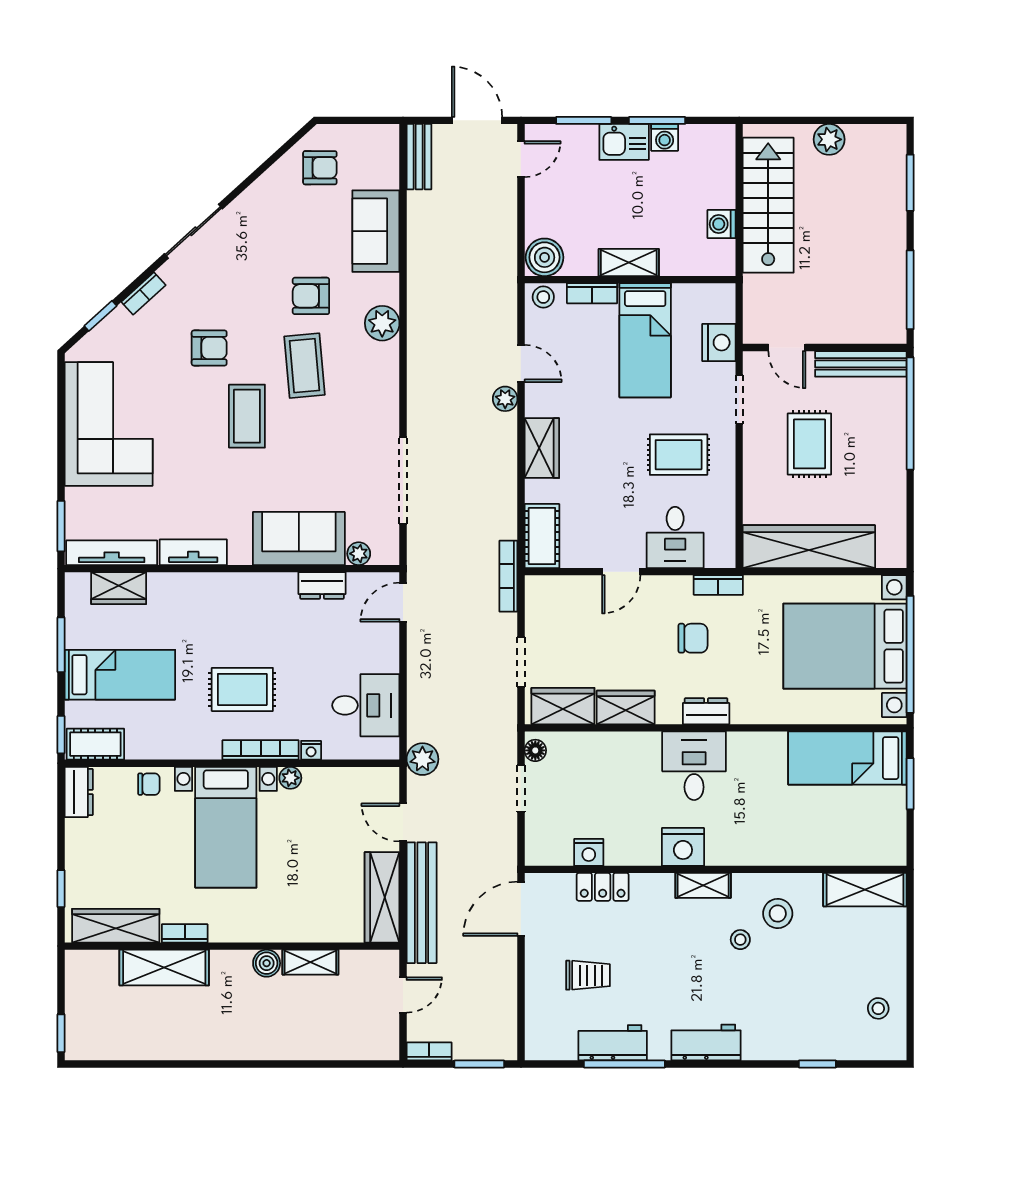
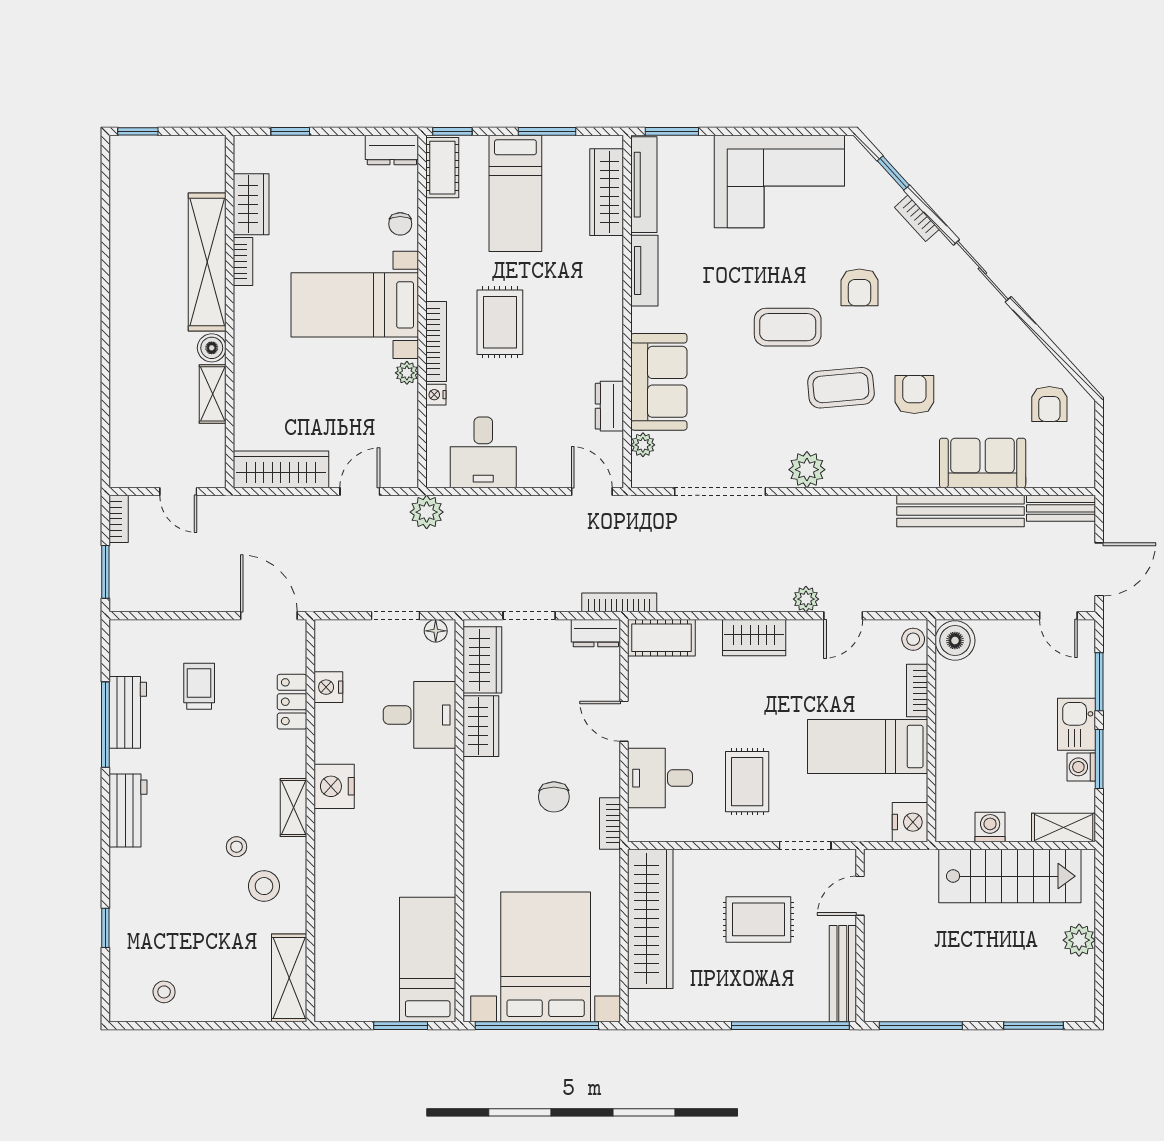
shelving: (629, 263) -> (1064, 827), moved, turned 90
plant: (382, 323) -> (807, 470), moved
nightstand: (719, 343) -> (910, 822), moved, turned -90
wardrobe: (119, 588) -> (607, 192), width x1.50
dresser: (706, 711) -> (596, 633), moved, turned 90
desk: (694, 766) -> (420, 715), moved
bench: (422, 903) -> (961, 511), moved
wardrobe: (116, 926) -> (251, 204), width x0.67
shelving: (164, 968) -> (207, 262), width x1.47
trolley: (588, 975) -> (199, 686), turned 180

